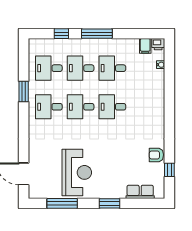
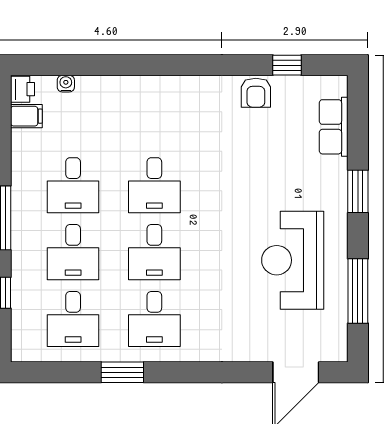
reception desk: (77, 172) -> (293, 260), turned -90

